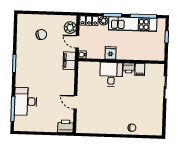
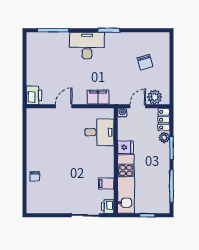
kitchen unit: (133, 24) -> (126, 184), moved, turned 180
filing cabinet: (69, 61) -> (98, 97), moved
printer: (129, 68) -> (108, 207), moved
desk: (111, 74) -> (99, 132), moved
desk: (26, 101) -> (87, 45), moved

